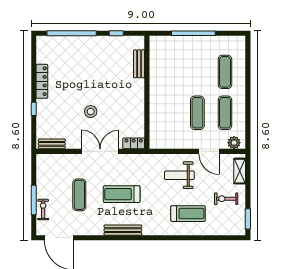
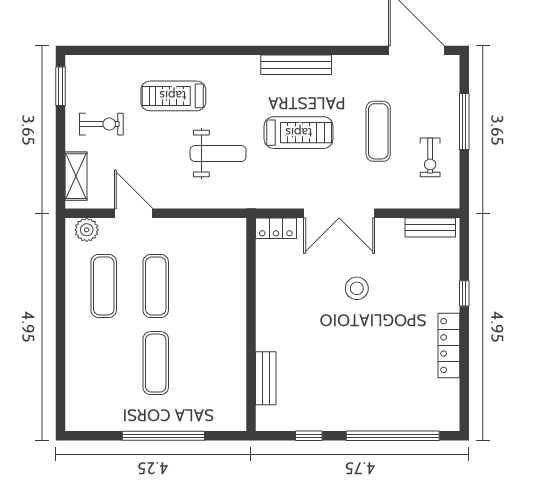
exercise mat: (225, 72) -> (156, 363), moved
weight bench: (179, 175) -> (218, 154), moved
exercise bike: (43, 210) -> (430, 157), moved

